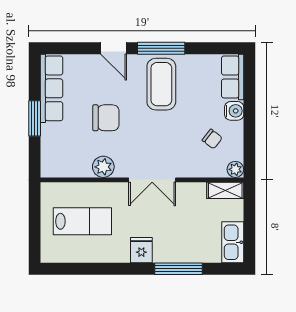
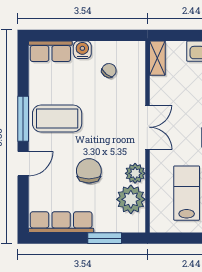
window: (35, 118) -> (105, 238), moved
plant: (235, 169) -> (131, 199), moved, width x1.88, depth x1.88

